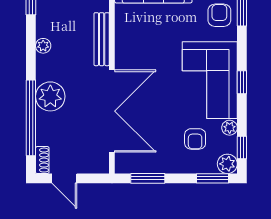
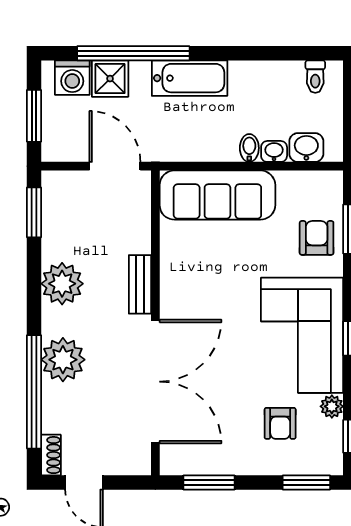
bench: (102, 39) -> (140, 284), width x0.73
plant: (43, 46) -> (62, 284), width x1.88, depth x1.88
plant: (227, 164) -> (328, 461), removed

